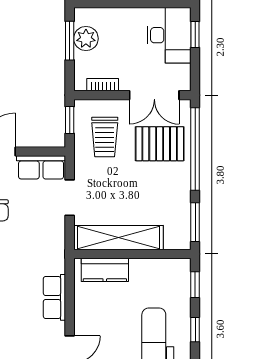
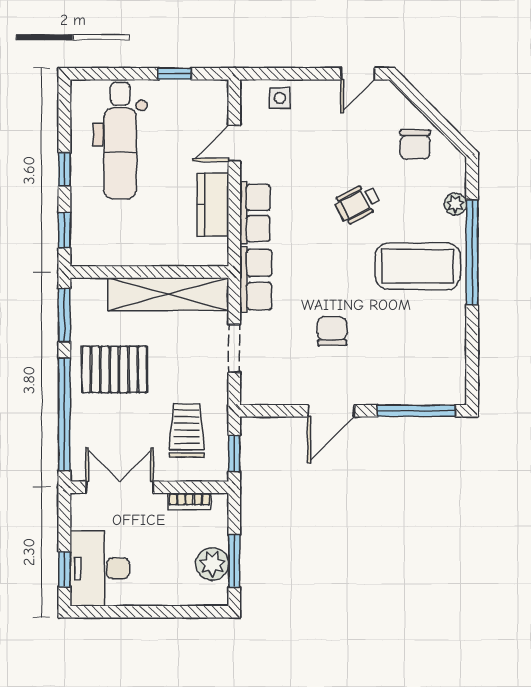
pallet: (160, 144) -> (114, 369), moved
row of seats: (41, 167) -> (256, 279), moved, turned 90
kitchen counter: (105, 270) -> (213, 205), moved, turned -90

